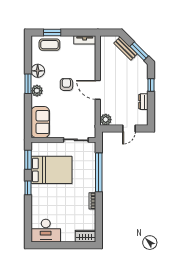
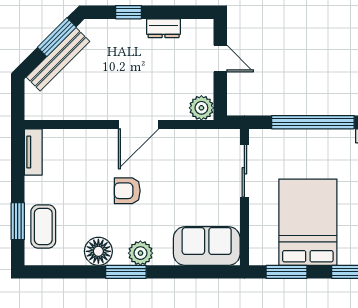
bench: (126, 48) -> (58, 59), width x1.36

